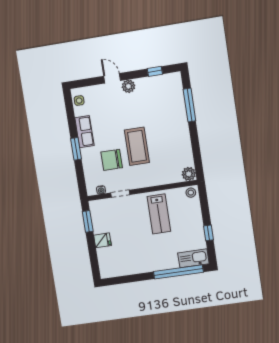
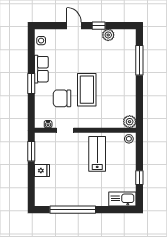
window: (155, 71) -> (99, 26), moved
plant: (128, 86) -> (108, 35), moved
lab bench: (159, 214) -> (97, 154), turned 180
window: (178, 272) -> (73, 210), moved

